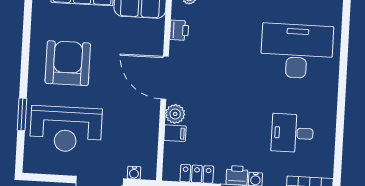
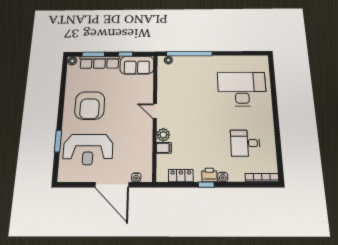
printer: (179, 30) -> (163, 80), removed
armchair: (68, 63) -> (90, 106), turned 180
door: (165, 78) -> (155, 111), width x0.53

